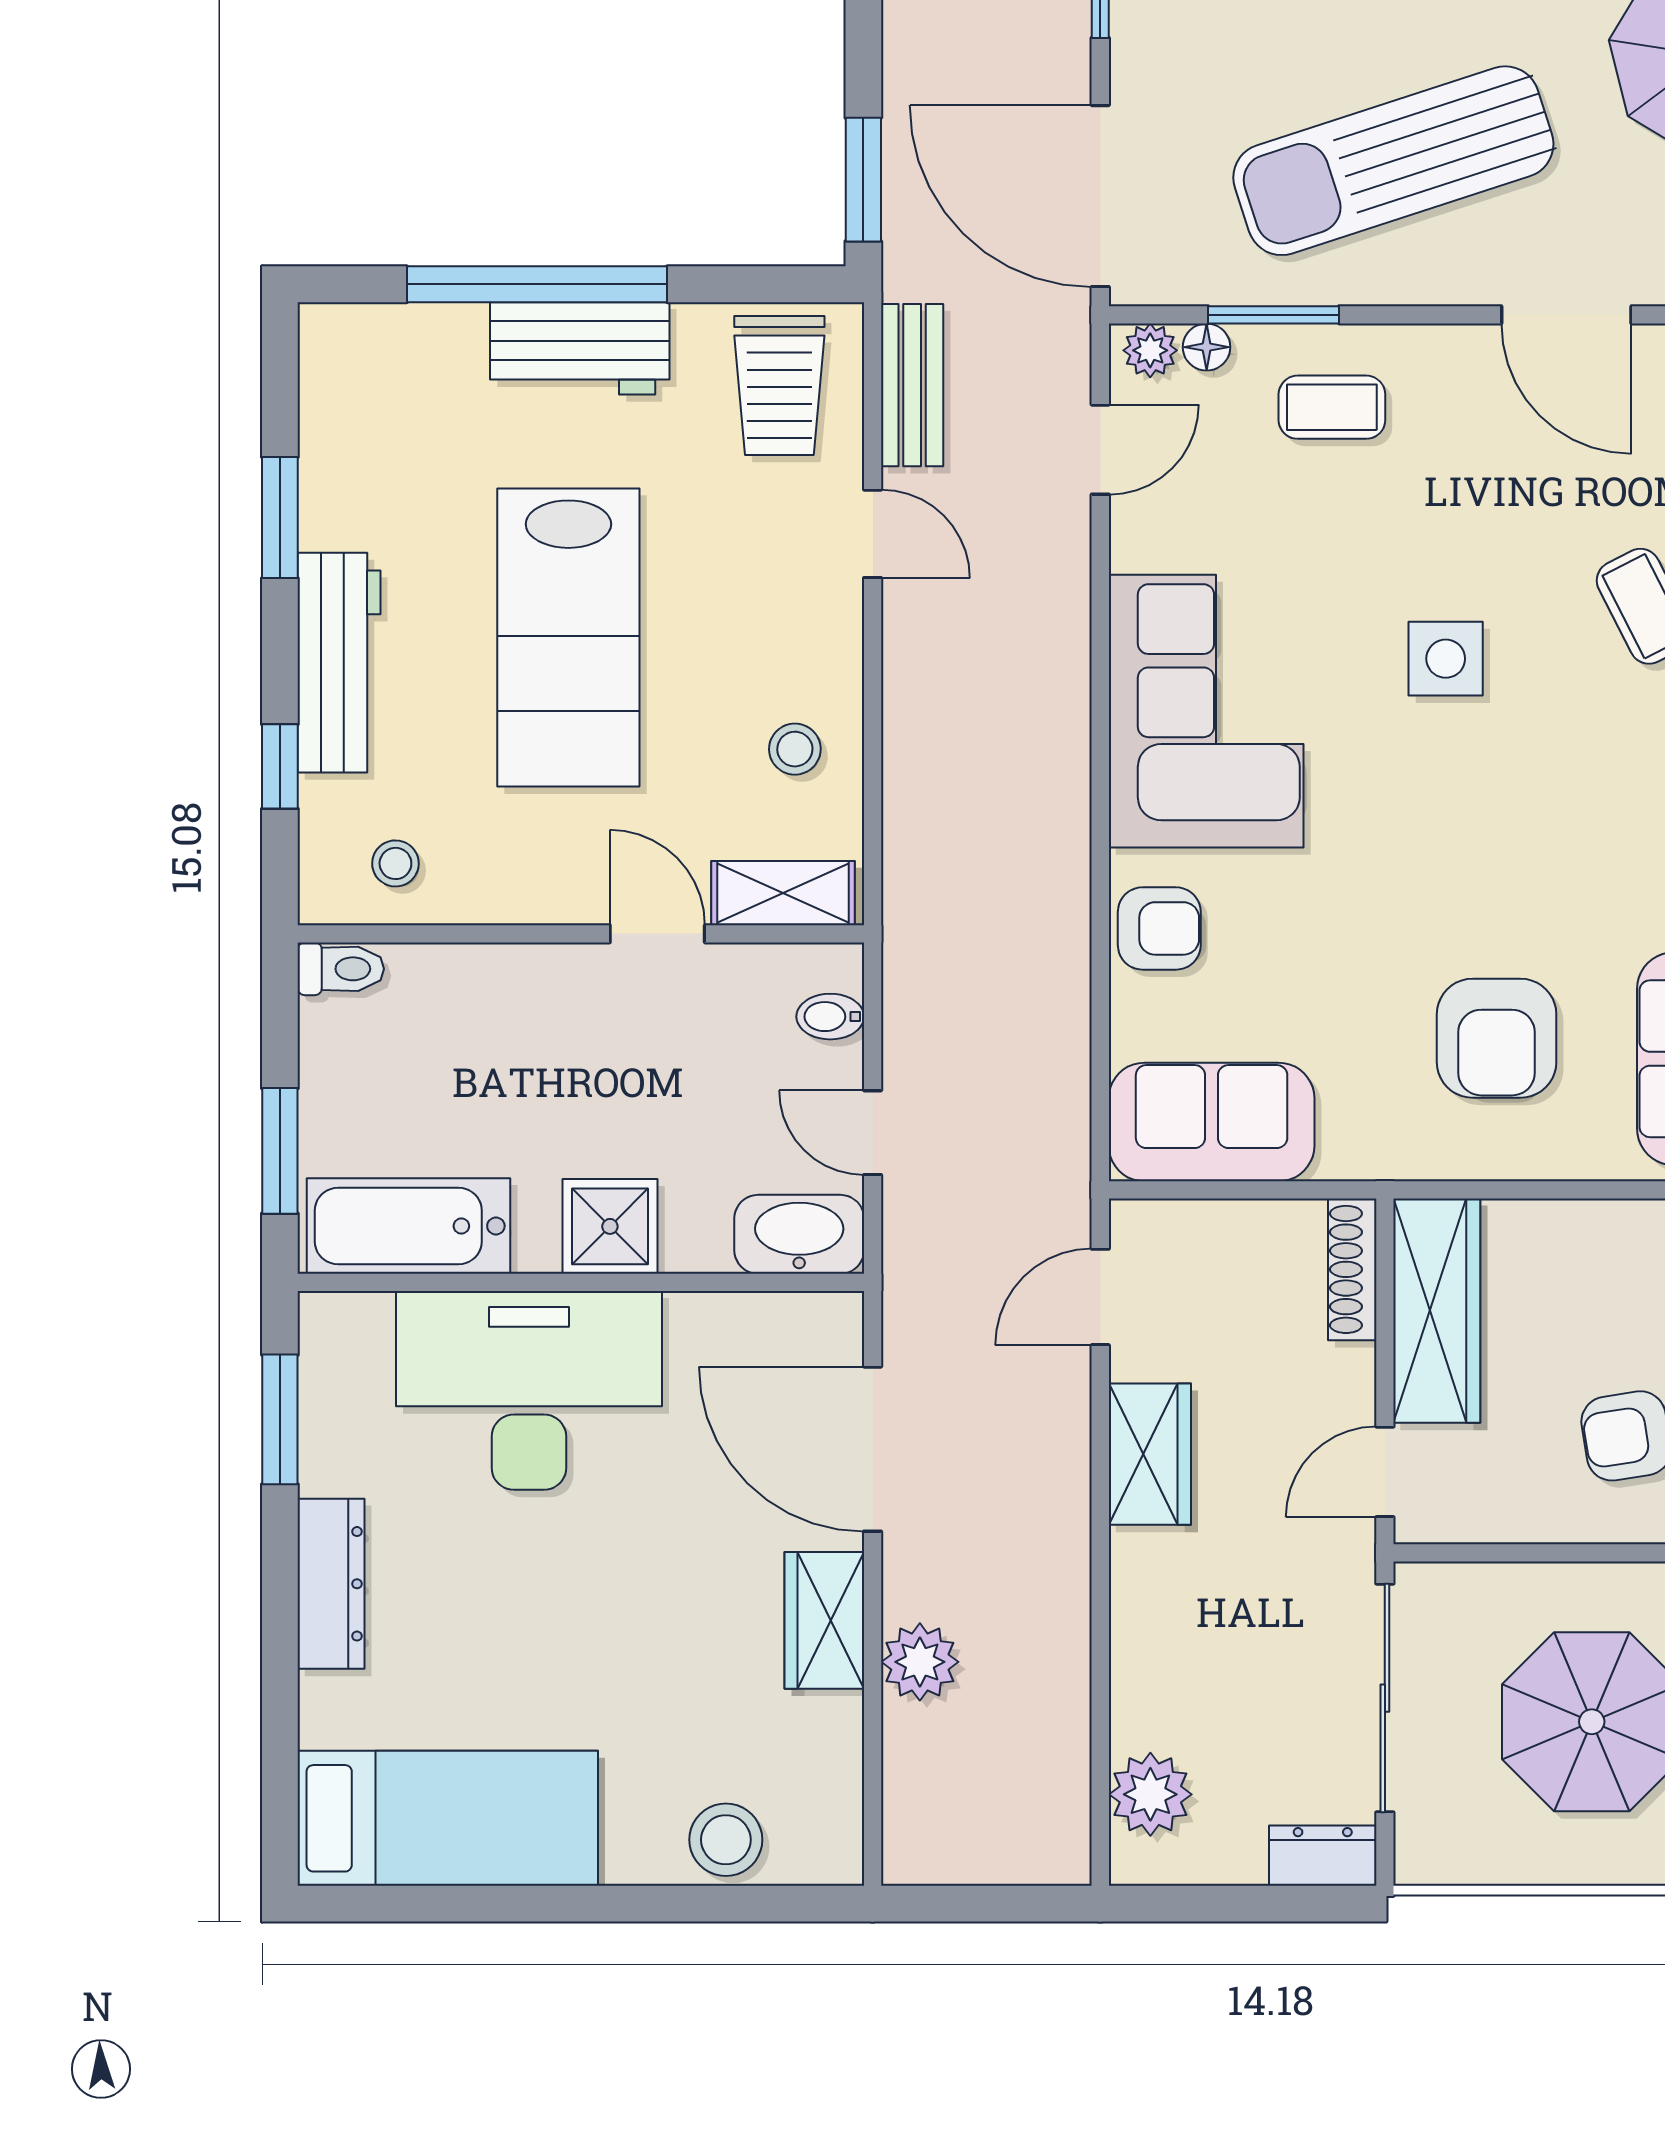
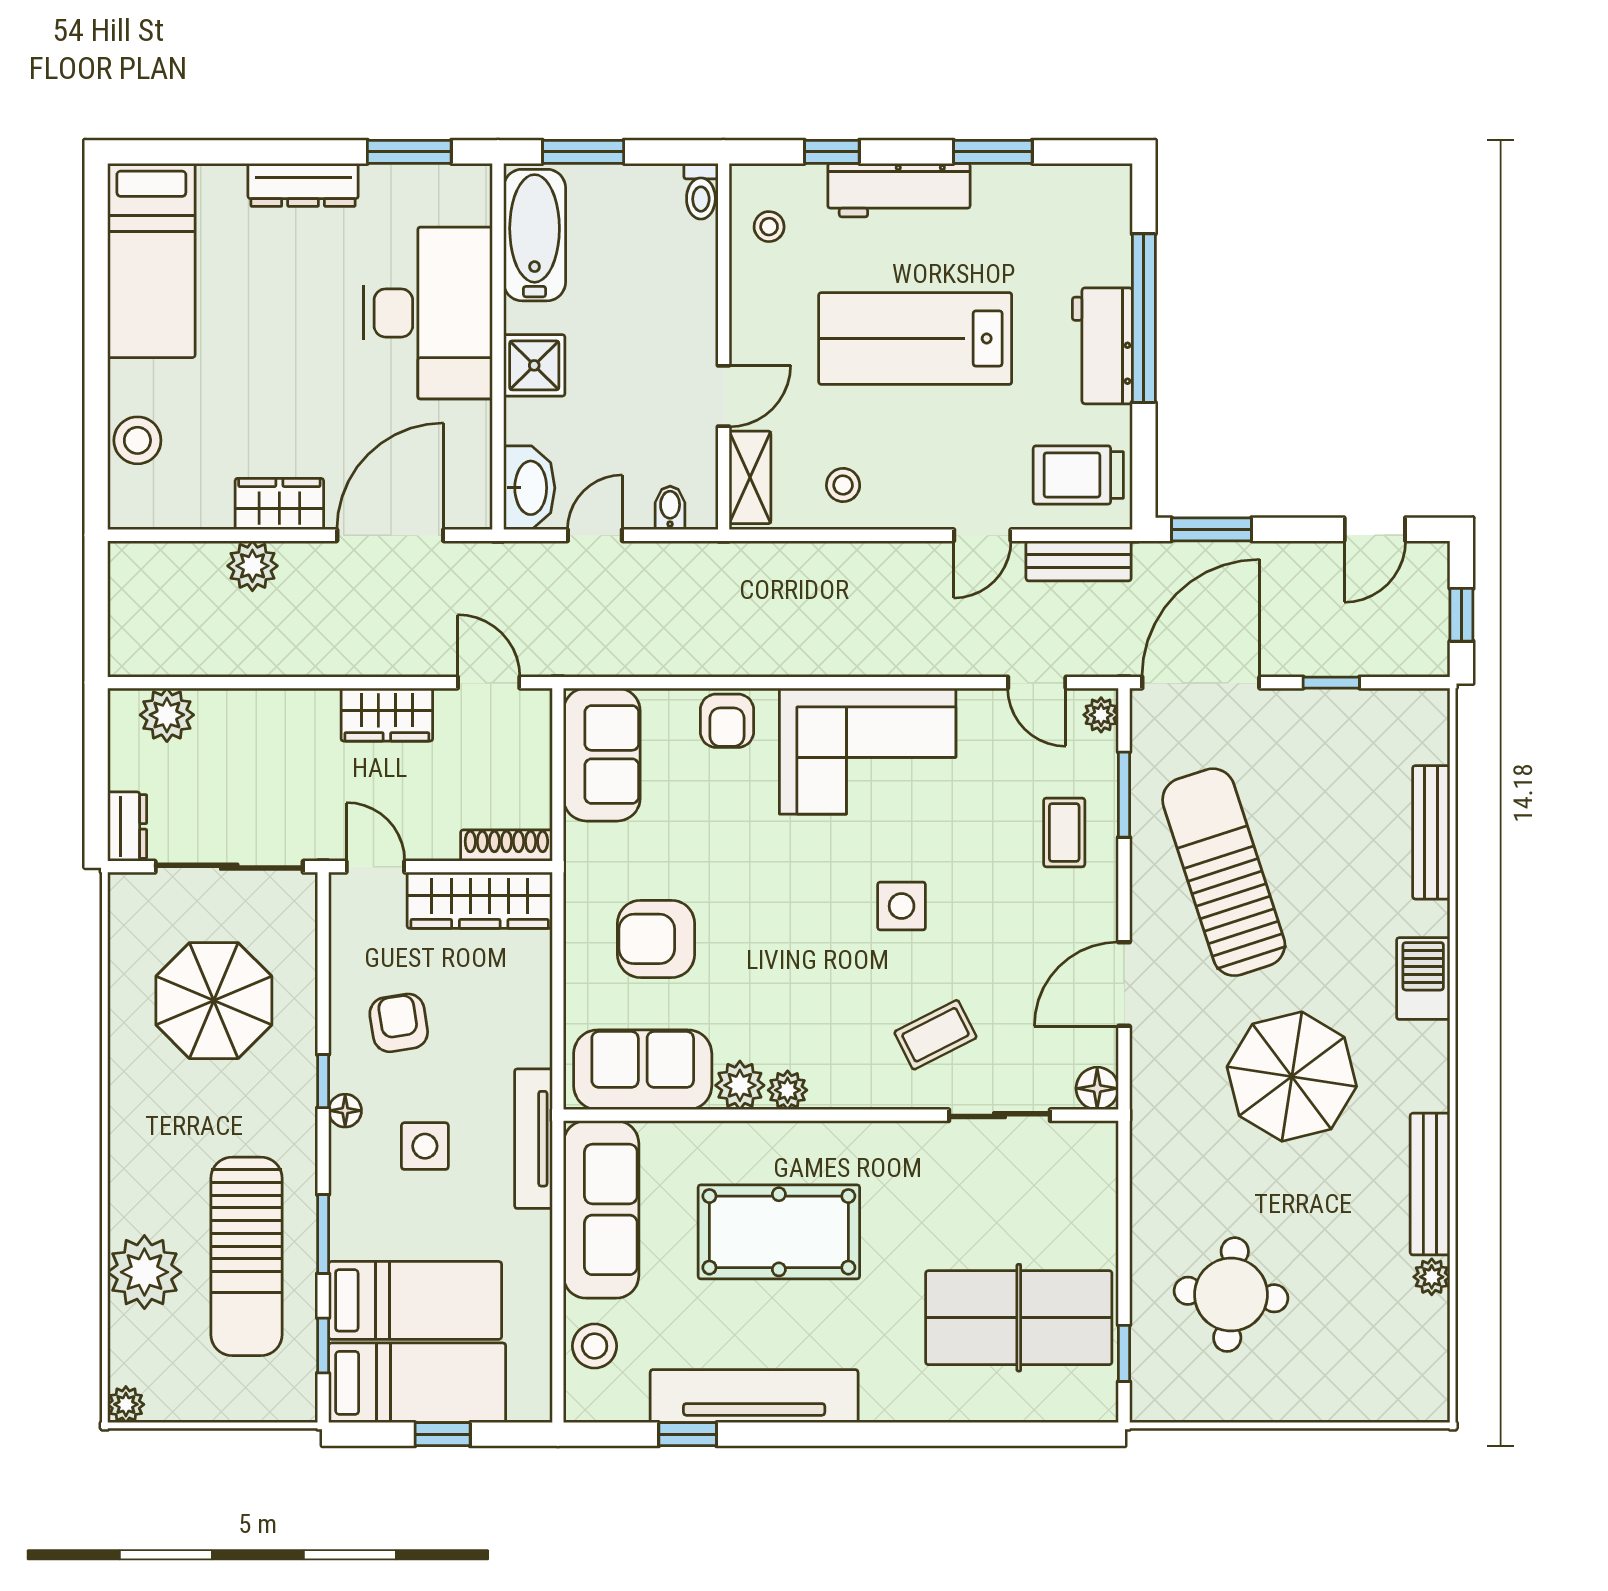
floor lamp: (1207, 347) -> (1103, 751), removed

